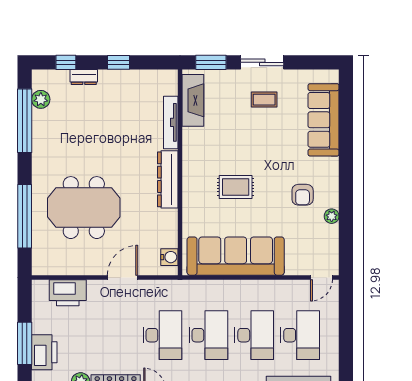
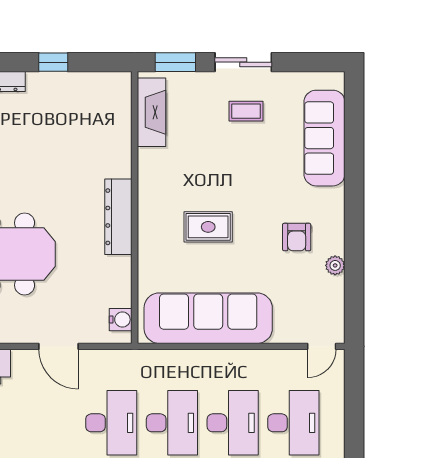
tv unit: (171, 122) -> (122, 141), removed
door: (123, 277) -> (59, 346), swing flipped

